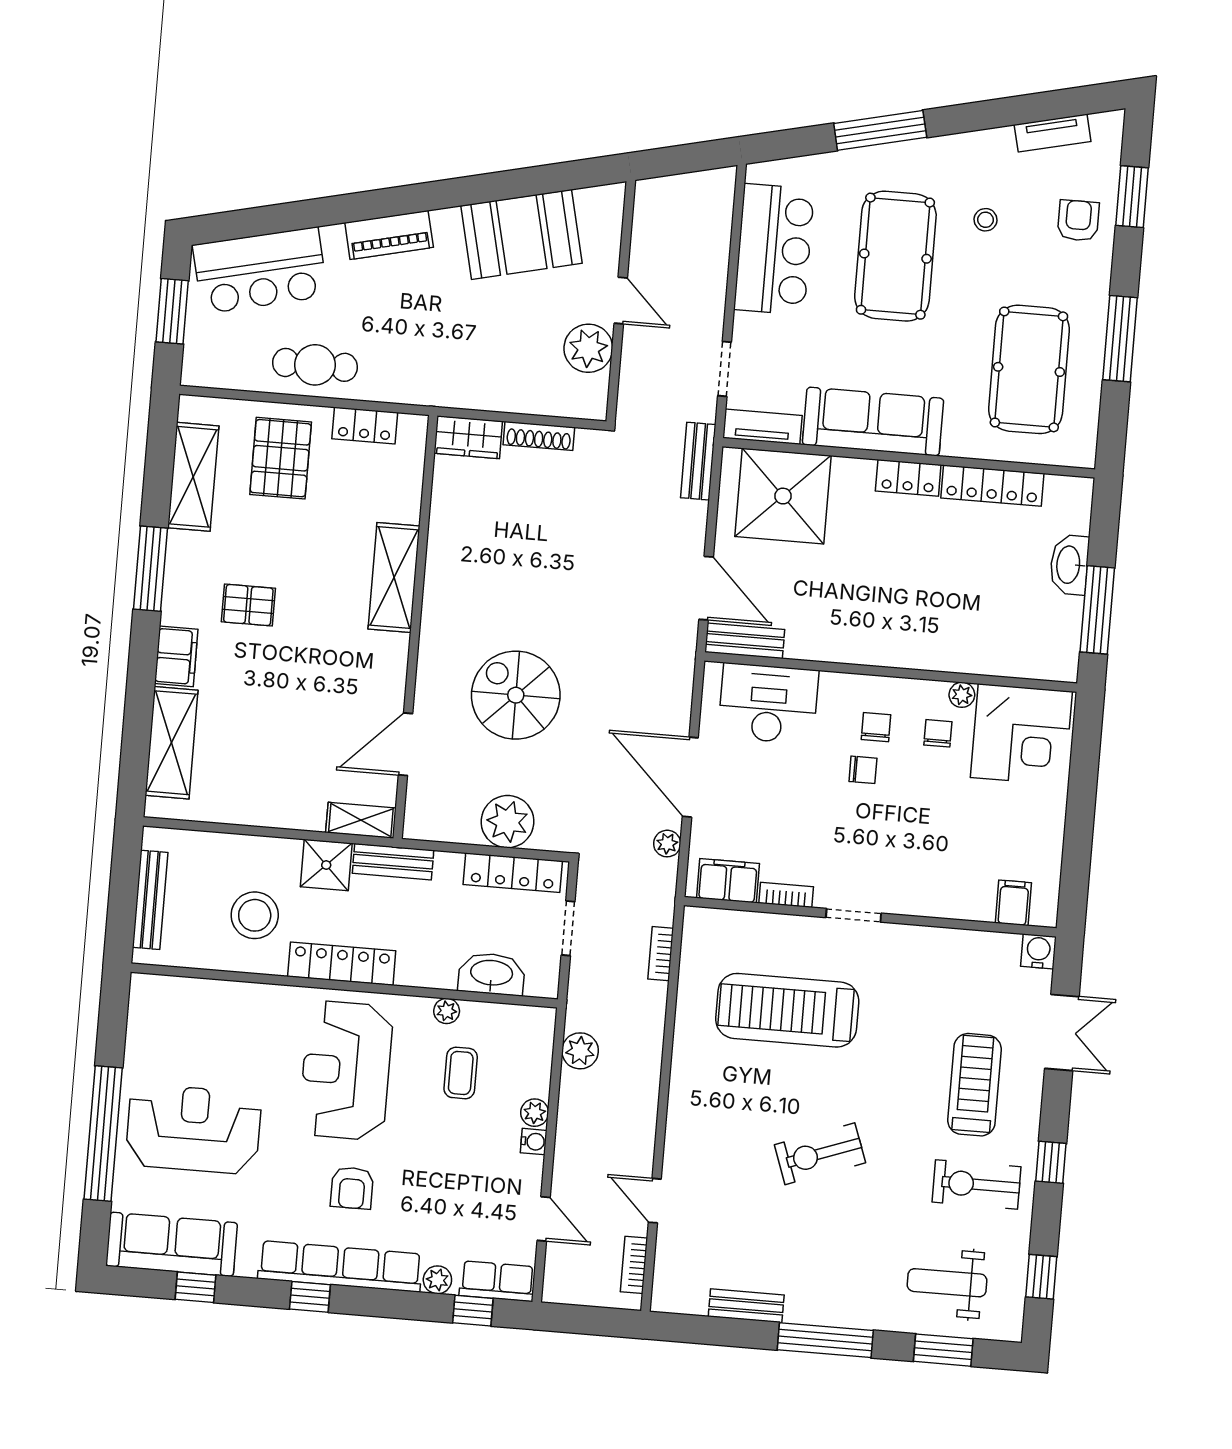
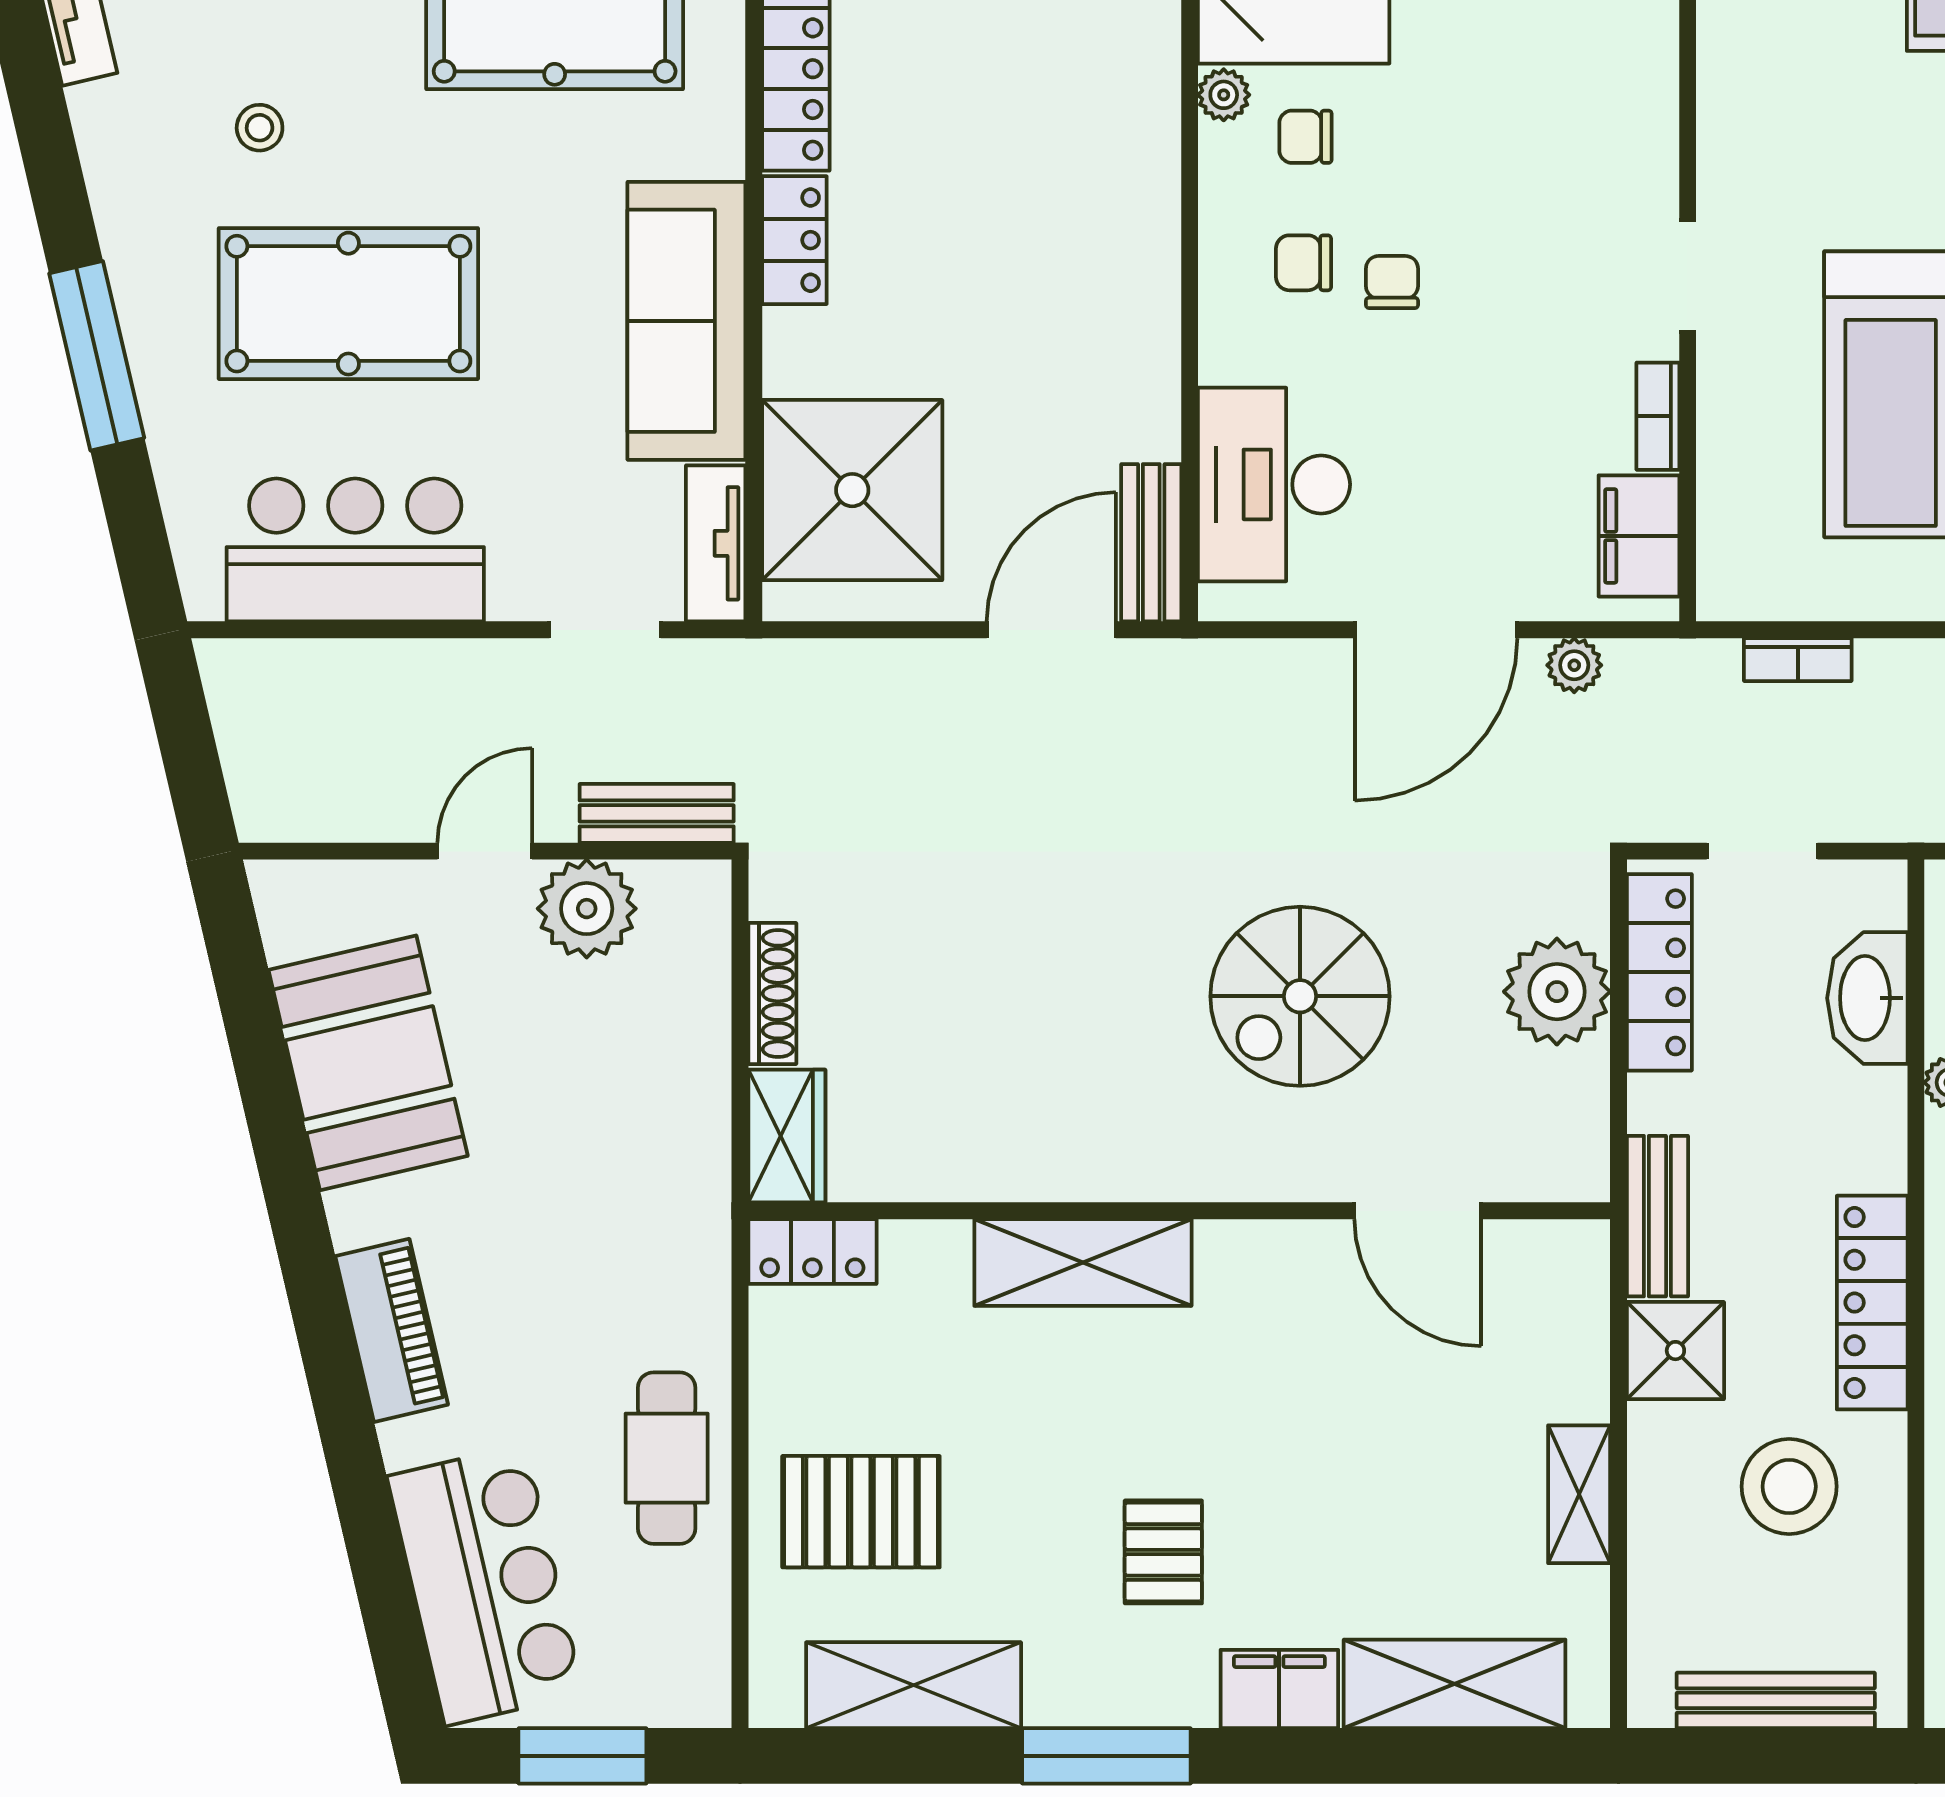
locker: (365, 425) -> (812, 1251), moved, turned 90
bench: (698, 461) -> (657, 813), moved
shelving: (361, 820) -> (1579, 1494), moved

